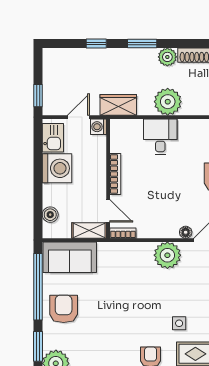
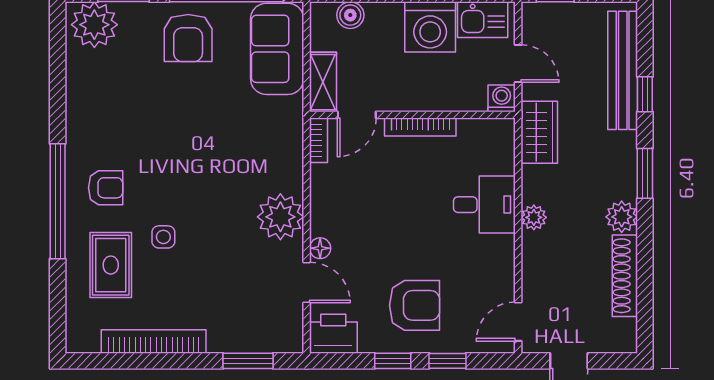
bench: (82, 56) -> (623, 70), added
plant: (168, 102) -> (534, 217), width x0.53, depth x0.53
armchair: (64, 309) -> (188, 38), turned 90

